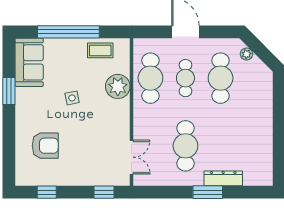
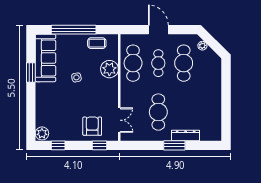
sofa: (29, 62) -> (45, 58), width x1.36
armchair: (45, 146) -> (92, 126), moved, turned -90
plant: (24, 176) -> (42, 133), added

